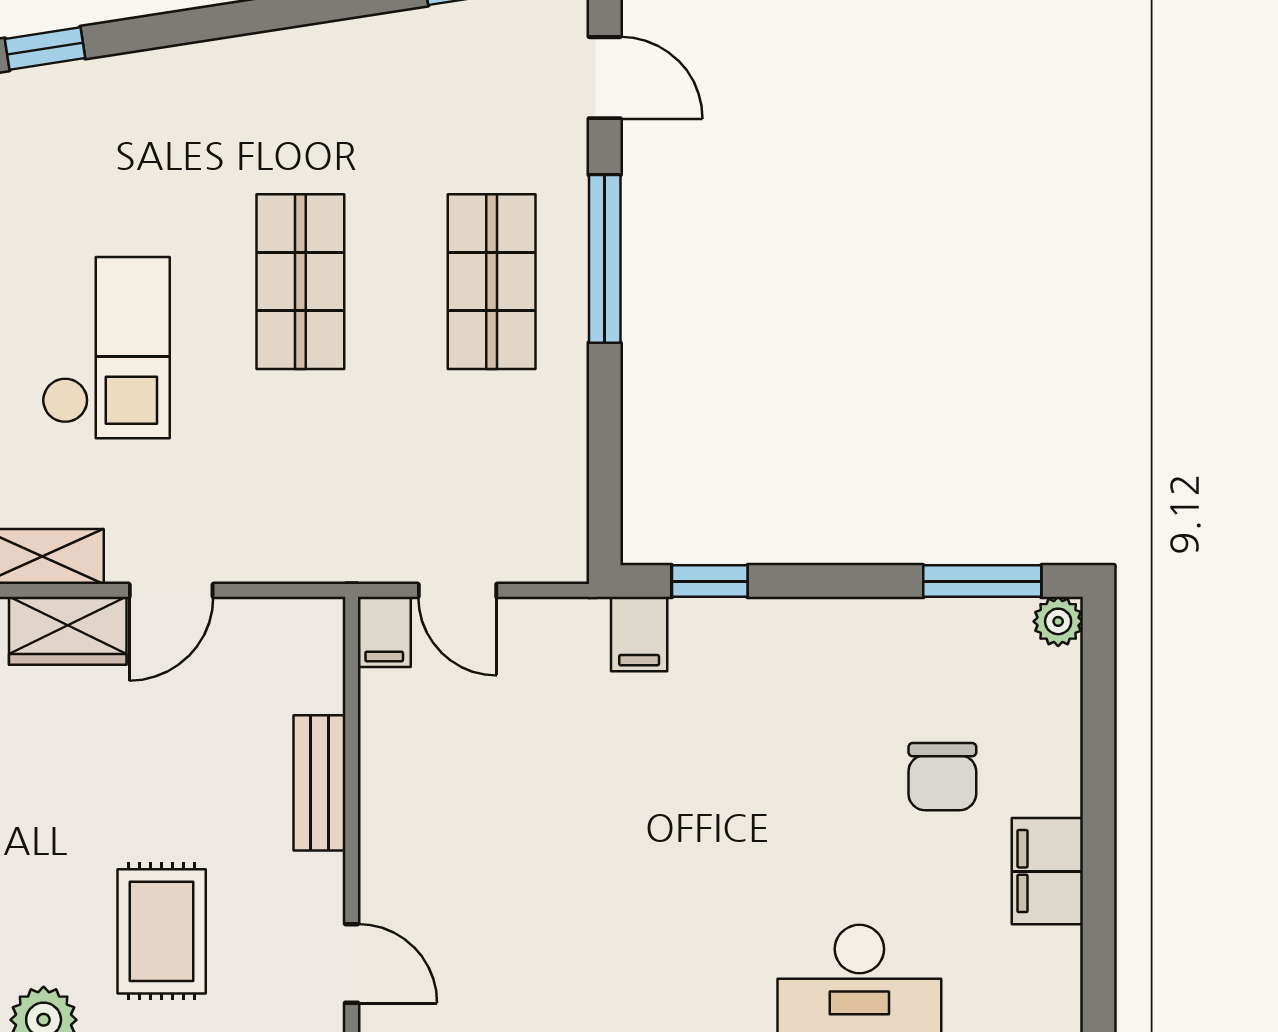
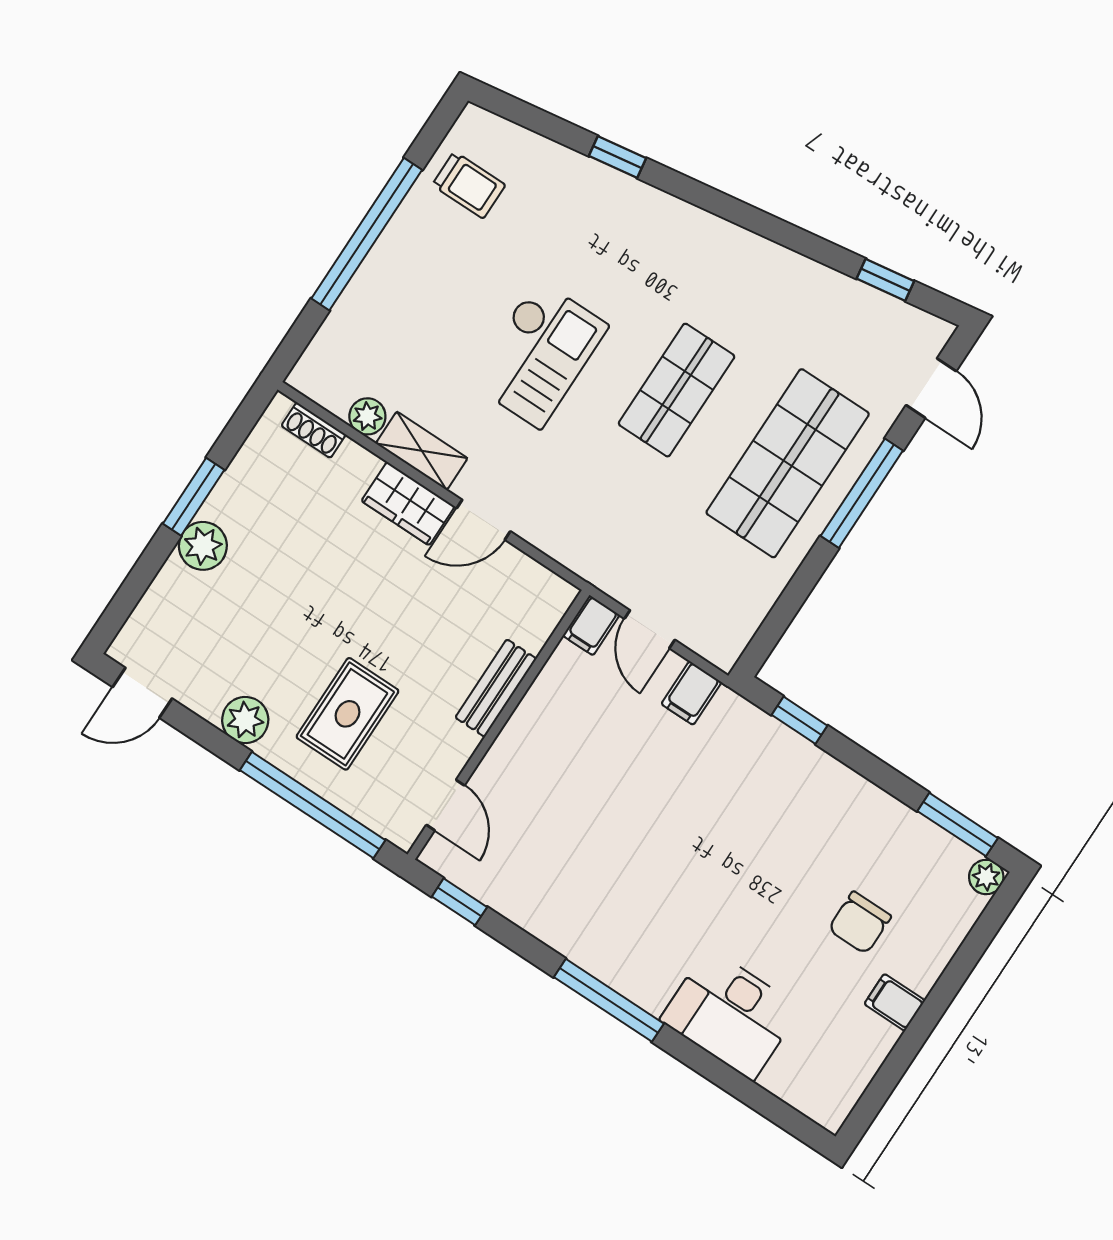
shop shelf: (492, 282) -> (788, 463), width x1.43, depth x1.36
filing cabinet: (639, 634) -> (691, 693), moved
filing cabinet: (1047, 871) -> (895, 1002), width x0.50

